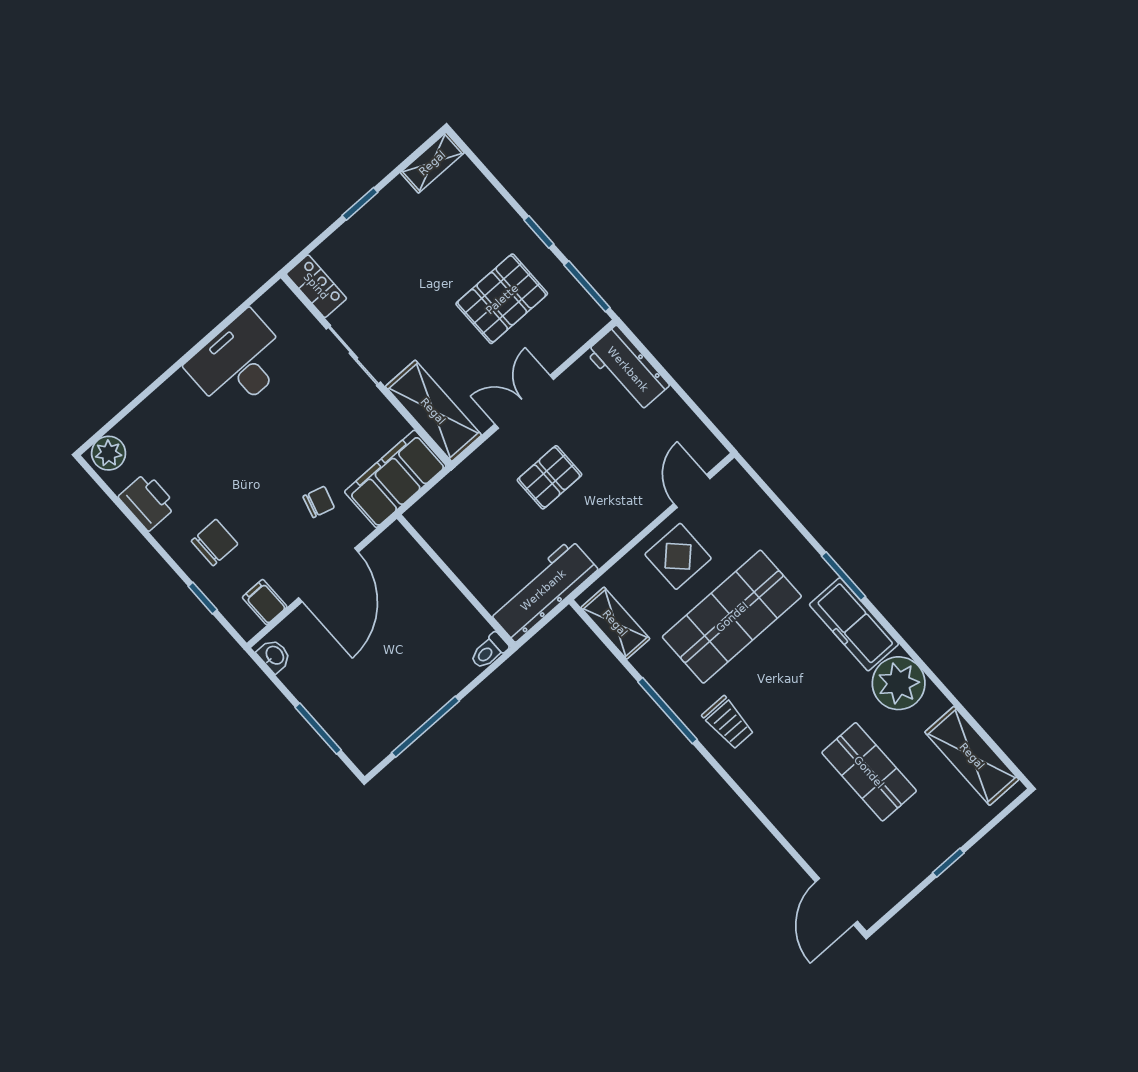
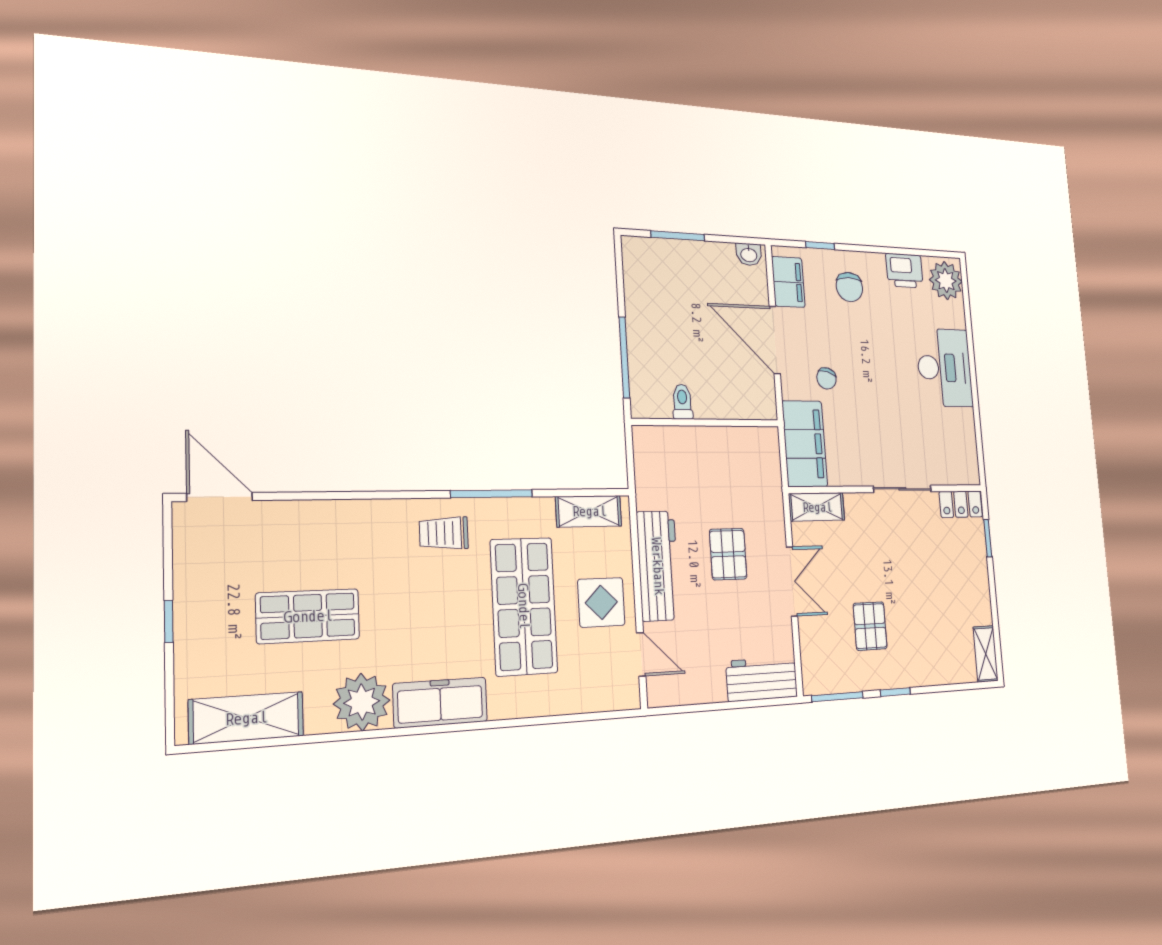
window: (360, 204) -> (988, 538), moved
pallet: (502, 299) -> (870, 626), width x0.67, depth x0.71
desk: (239, 363) -> (944, 368), moved
shelving: (433, 411) -> (817, 507), width x0.67, depth x0.75
plant: (109, 453) -> (946, 281), width x1.36, depth x1.36
window: (844, 576) -> (485, 725), removed
workbench: (543, 590) -> (658, 566), moved
filing cabinet: (265, 602) -> (788, 282), width x2.00
toilet: (489, 651) -> (682, 402), moved
window: (425, 727) -> (624, 357), moved

